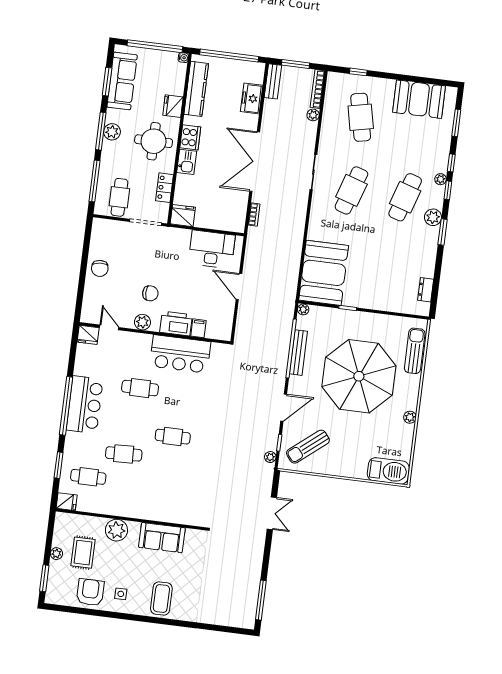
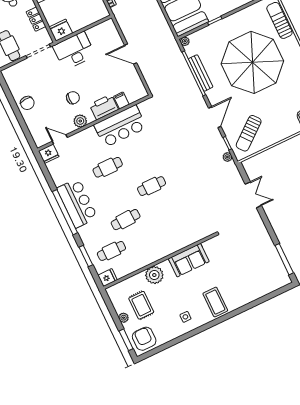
desk: (212, 249) -> (74, 51), moved
armchair: (90, 592) -> (144, 339), moved

